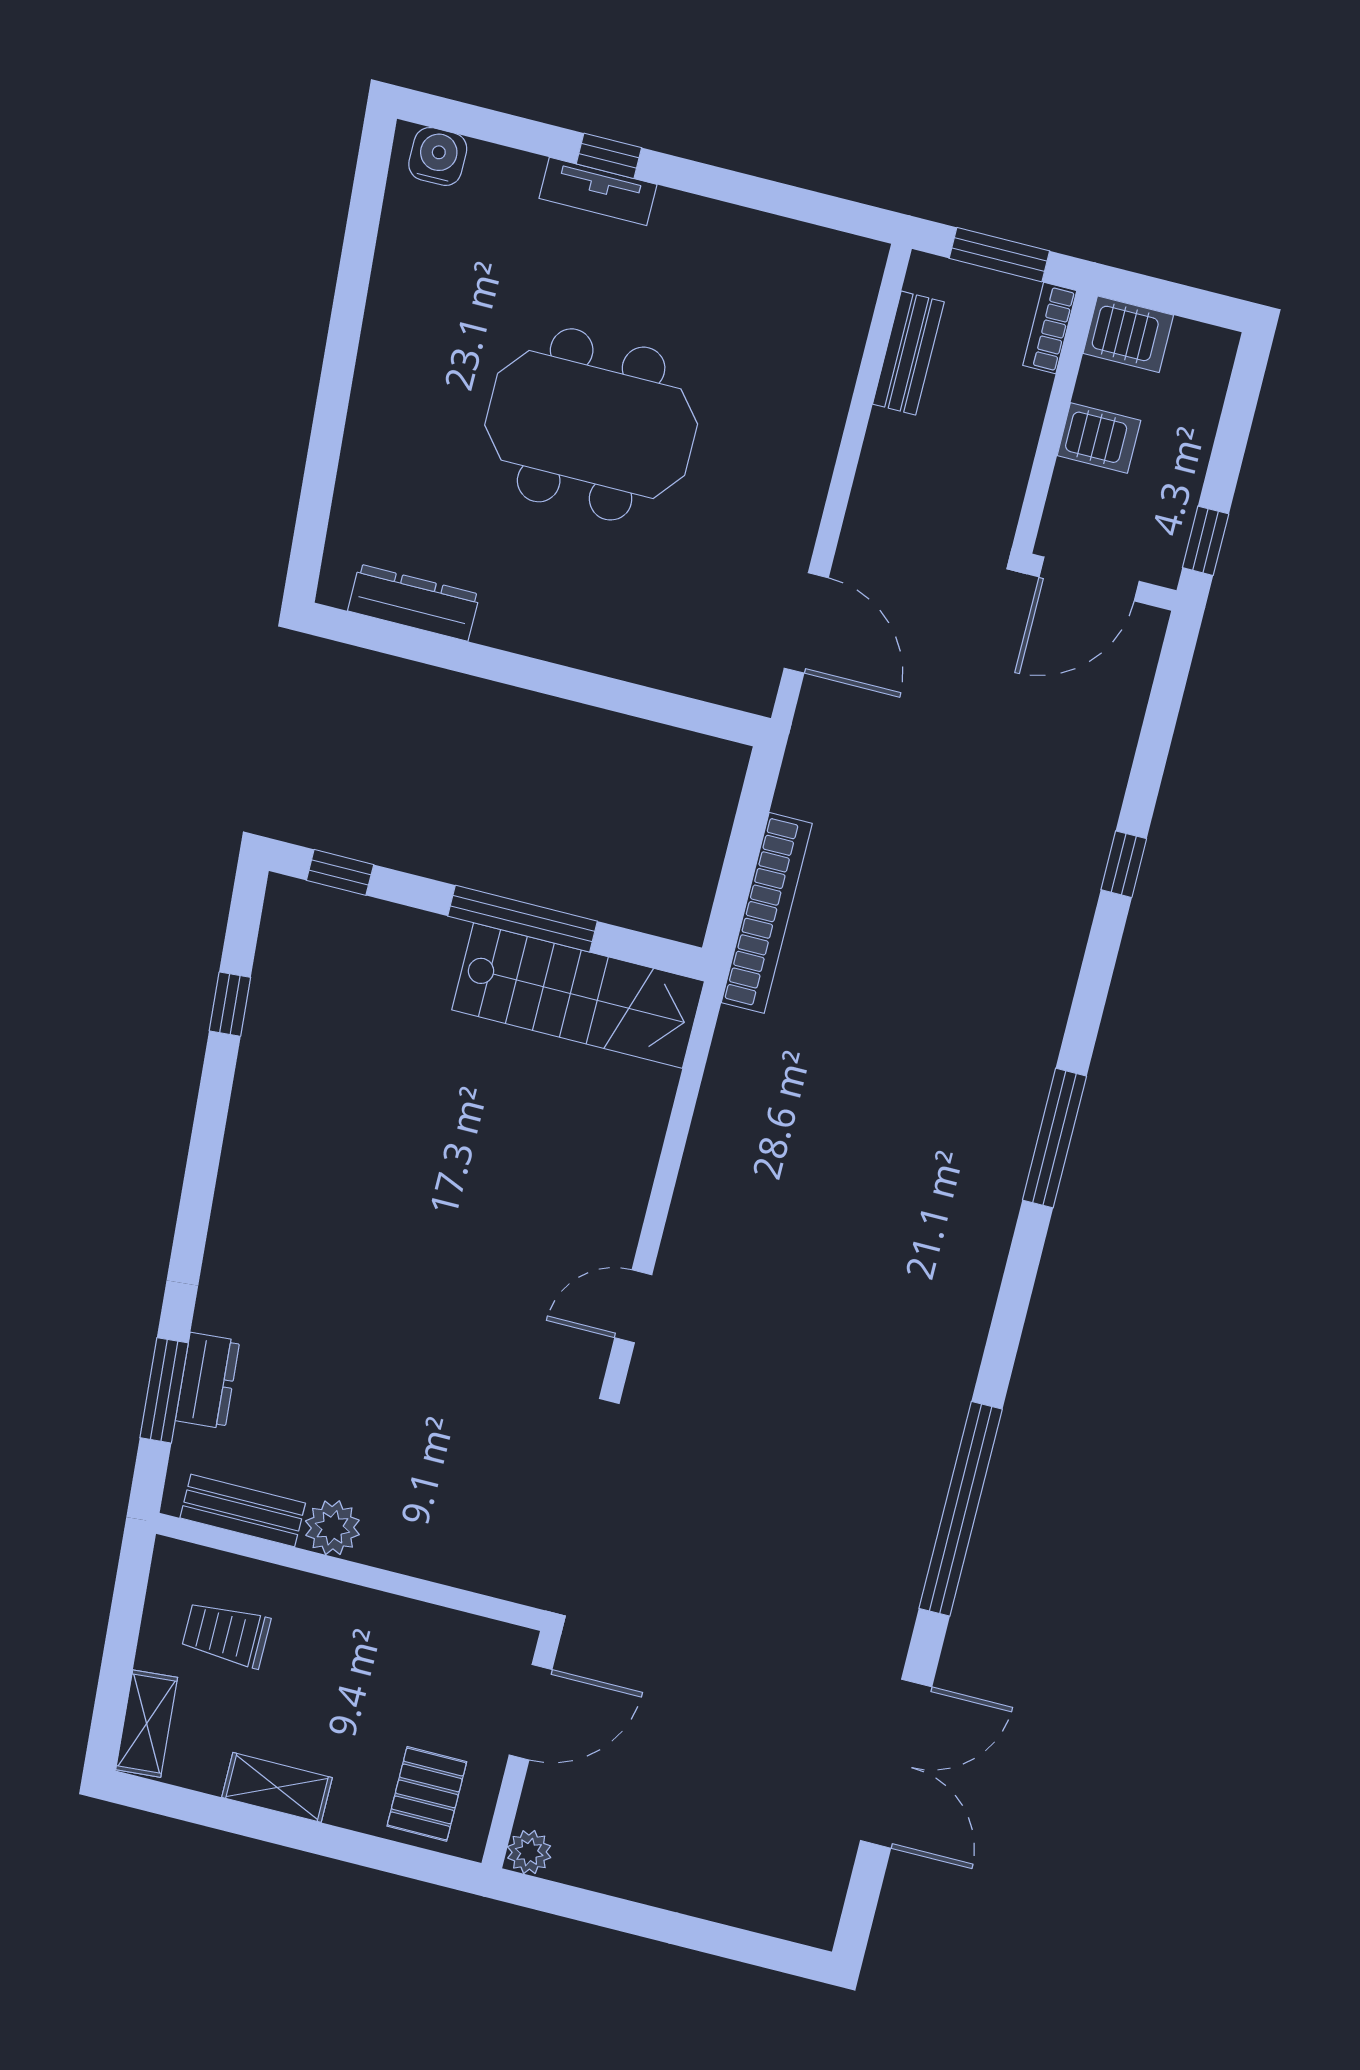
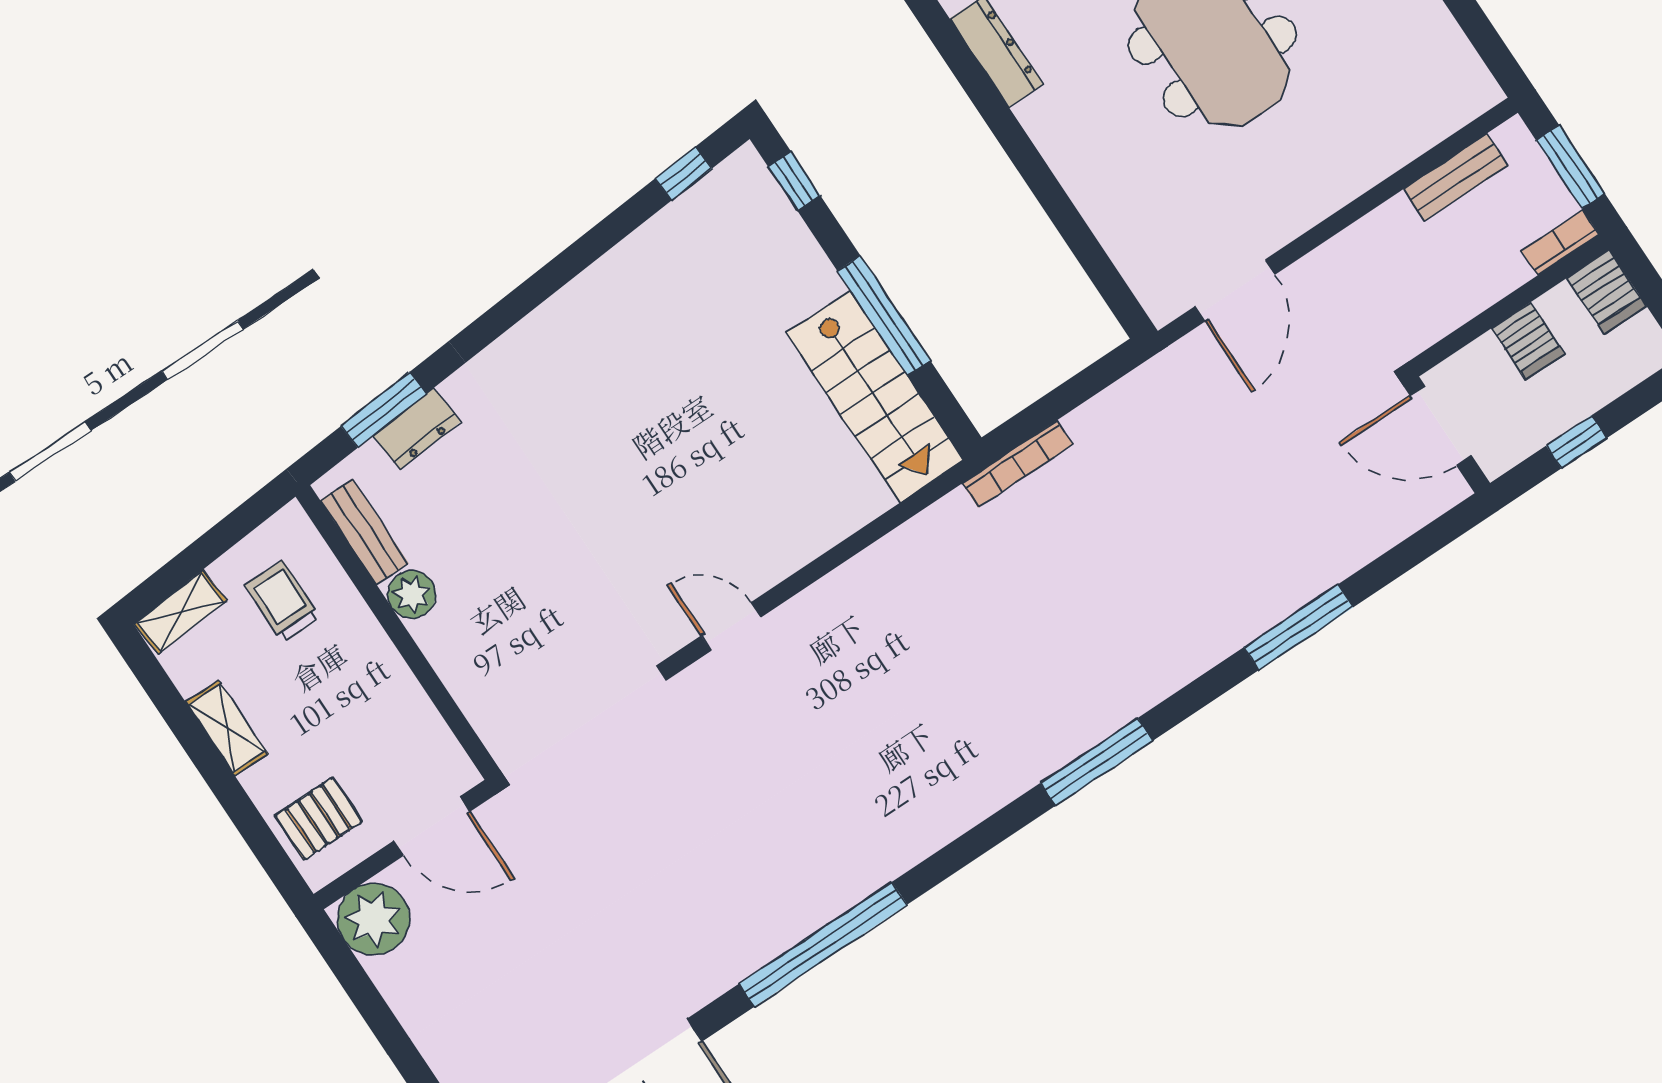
window: (1206, 541) -> (1576, 442), moved
window: (1124, 864) -> (1298, 627), width x2.17
bookcase: (767, 913) -> (1017, 464), width x0.68, depth x0.76
window: (230, 1004) -> (684, 174), moved
plant: (529, 1852) -> (374, 919), width x1.88, depth x1.88

